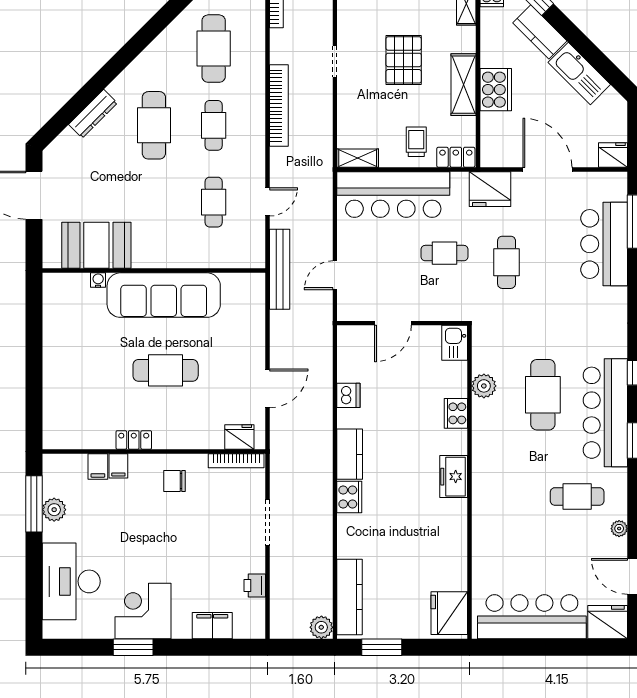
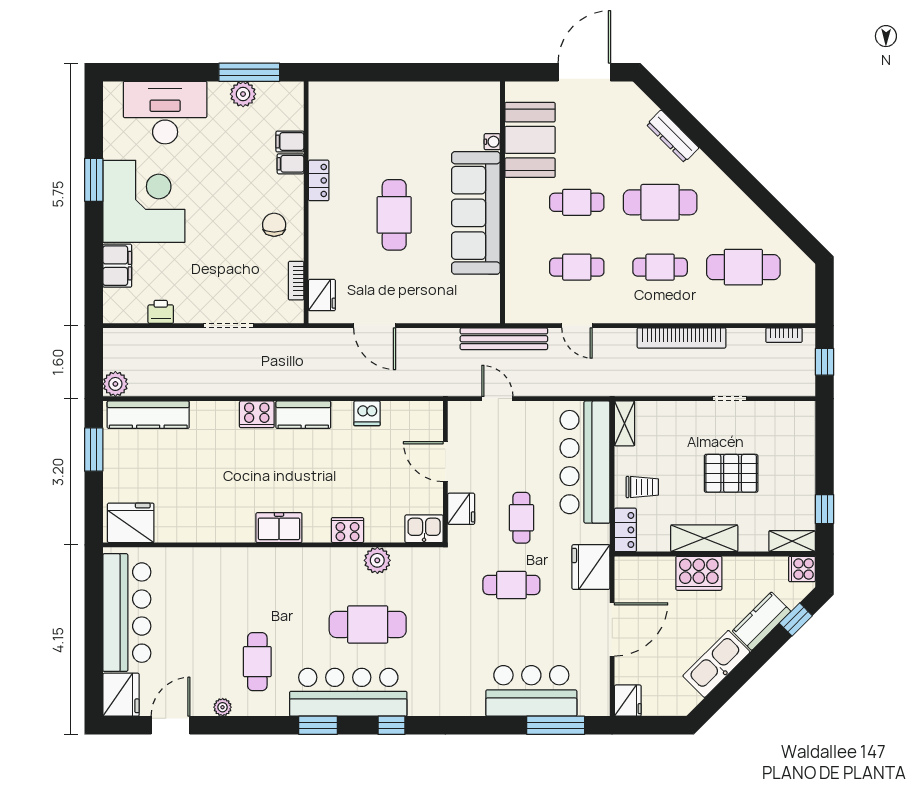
cafe table: (154, 202) -> (577, 202), added
fridge: (436, 309) -> (461, 509), added
bookcase: (236, 461) -> (296, 281), width x0.64
corner desk: (143, 611) -> (144, 201), width x1.36, depth x1.36

